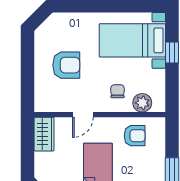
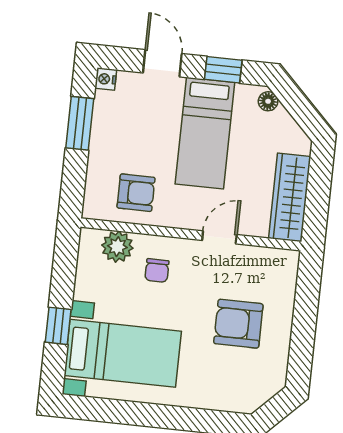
wardrobe: (44, 134) -> (290, 197), width x1.50
armchair: (135, 136) -> (136, 193), turned 180

